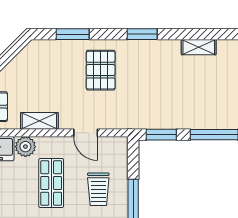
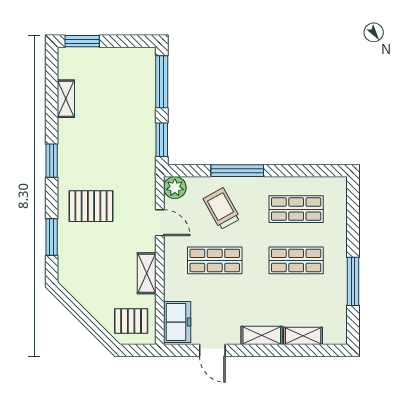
door: (86, 133) -> (160, 223), hinge flipped
plant: (25, 147) -> (175, 188), moved
trolley: (98, 189) -> (222, 209), turned -119

